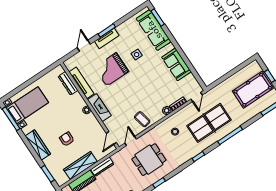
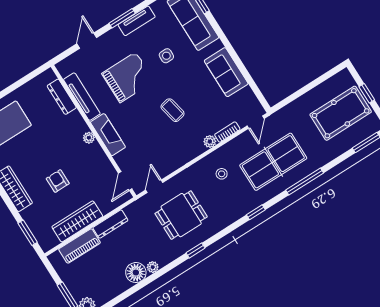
tv unit: (107, 38) -> (137, 21), moved
grand piano: (111, 69) -> (128, 77), turned 180
coffee table: (142, 119) -> (173, 110), moved

